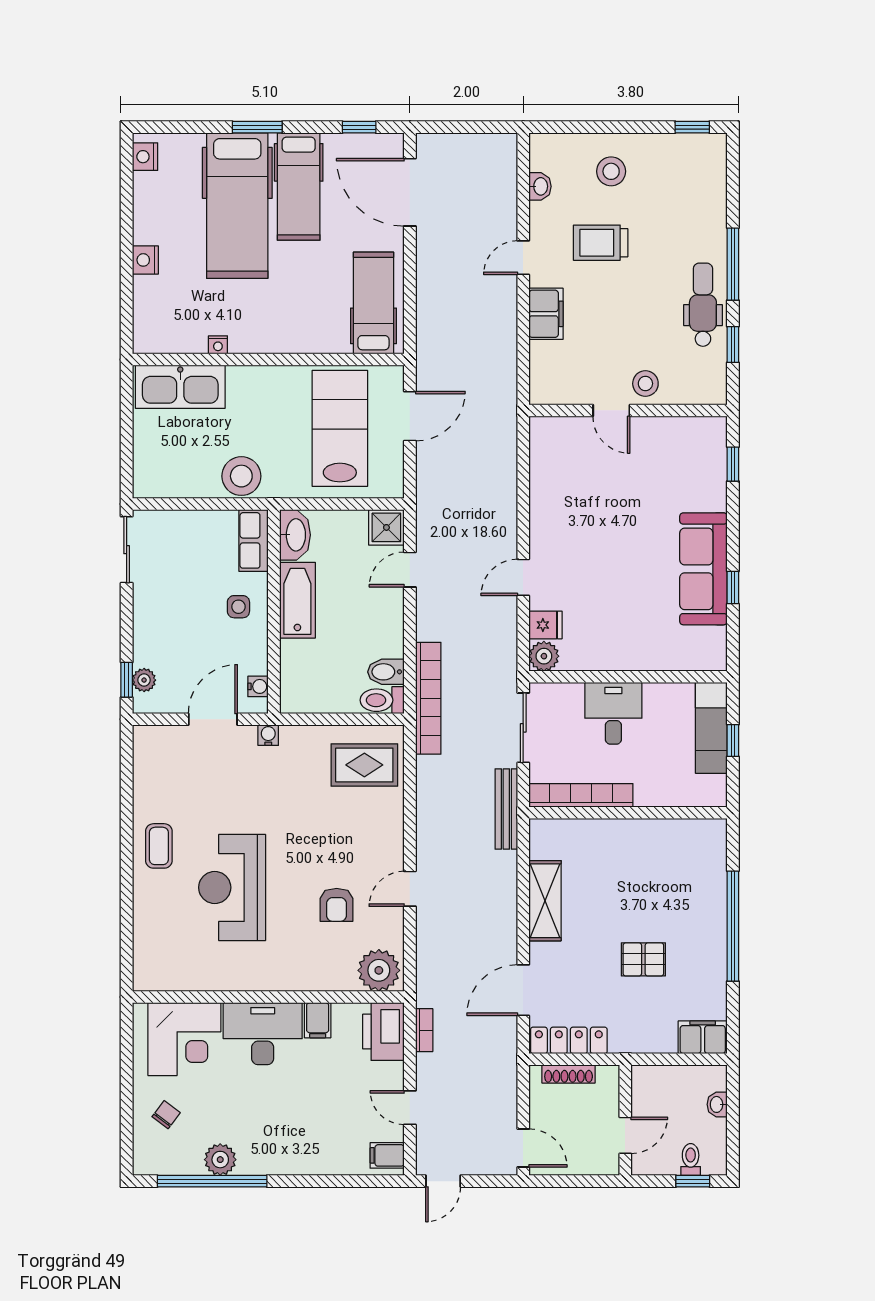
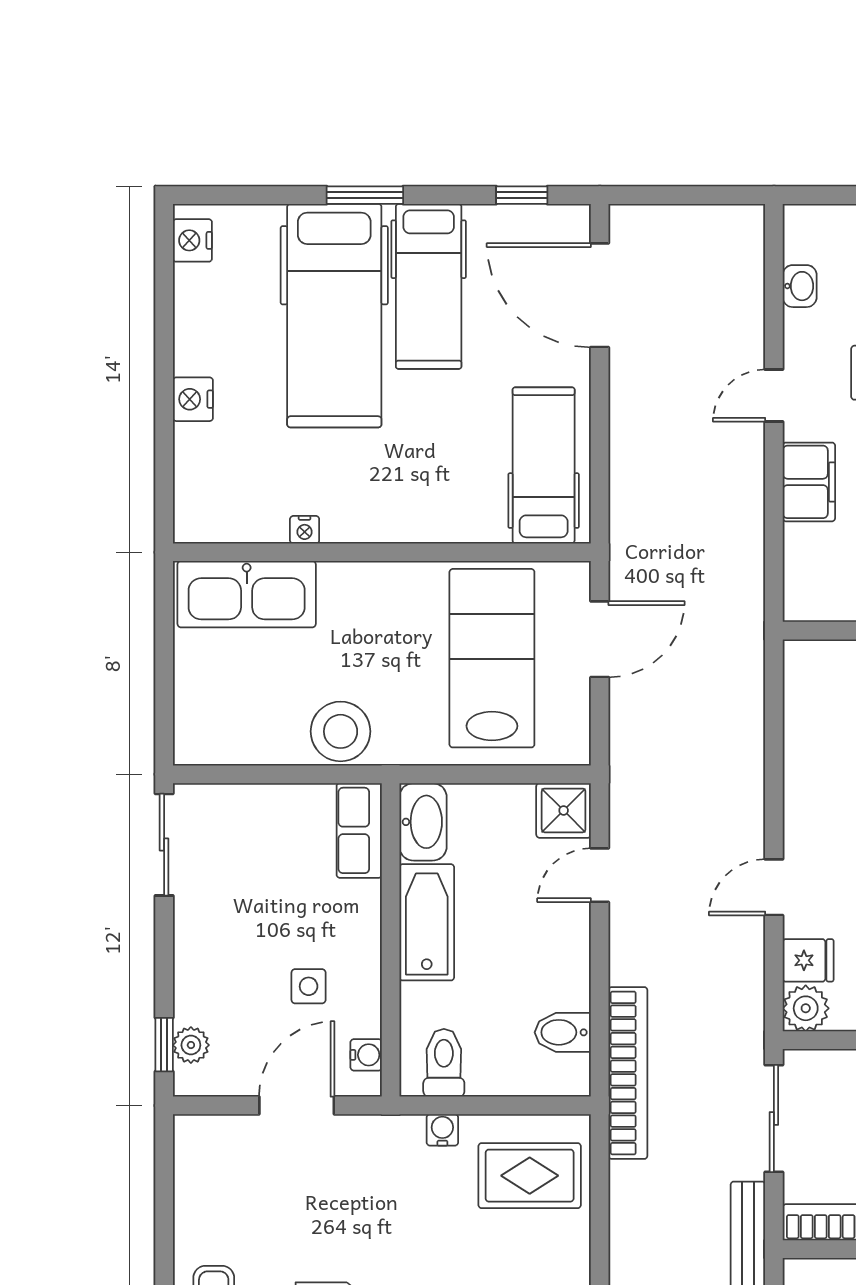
side table: (238, 607) -> (309, 986), moved
toilet: (382, 700) -> (444, 1063), moved, turned 90
water cooler: (268, 735) -> (442, 1130), moved

